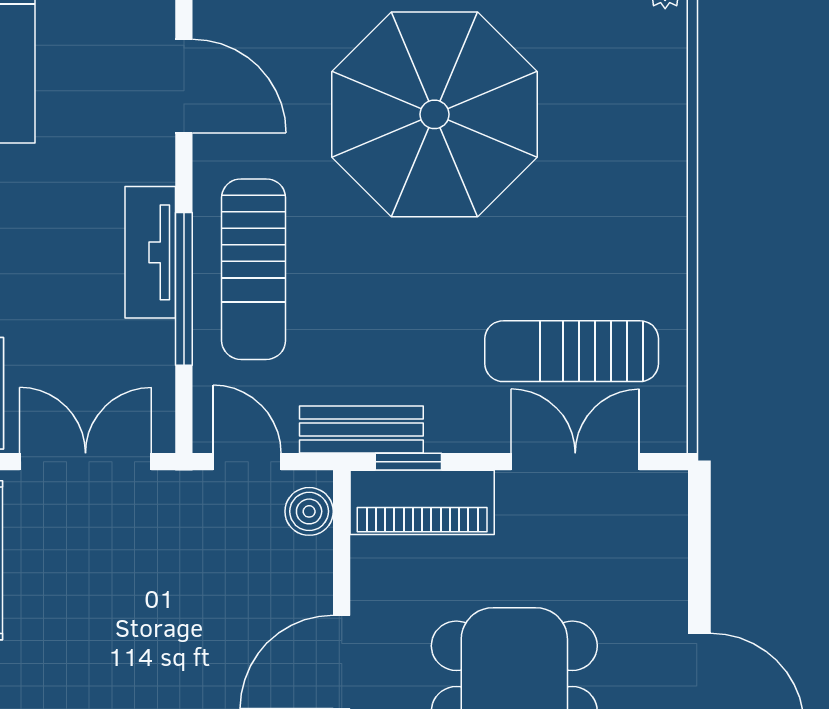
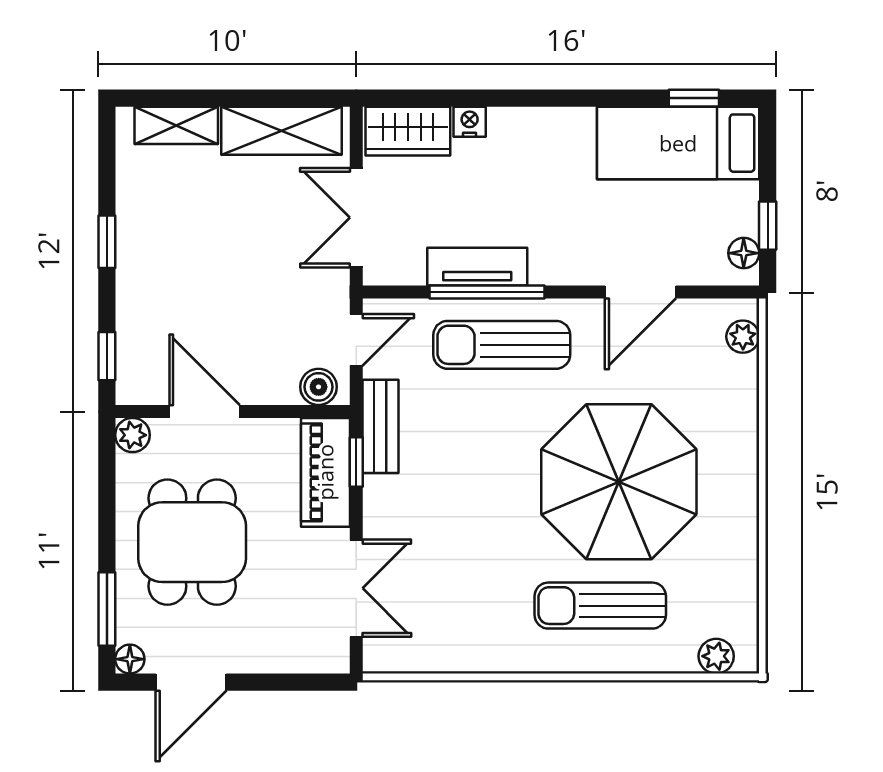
tv unit: (150, 252) -> (477, 267), moved
sun lounger: (572, 351) -> (600, 606), moved, turned -90
double door: (86, 462) -> (356, 218), swing flipped

